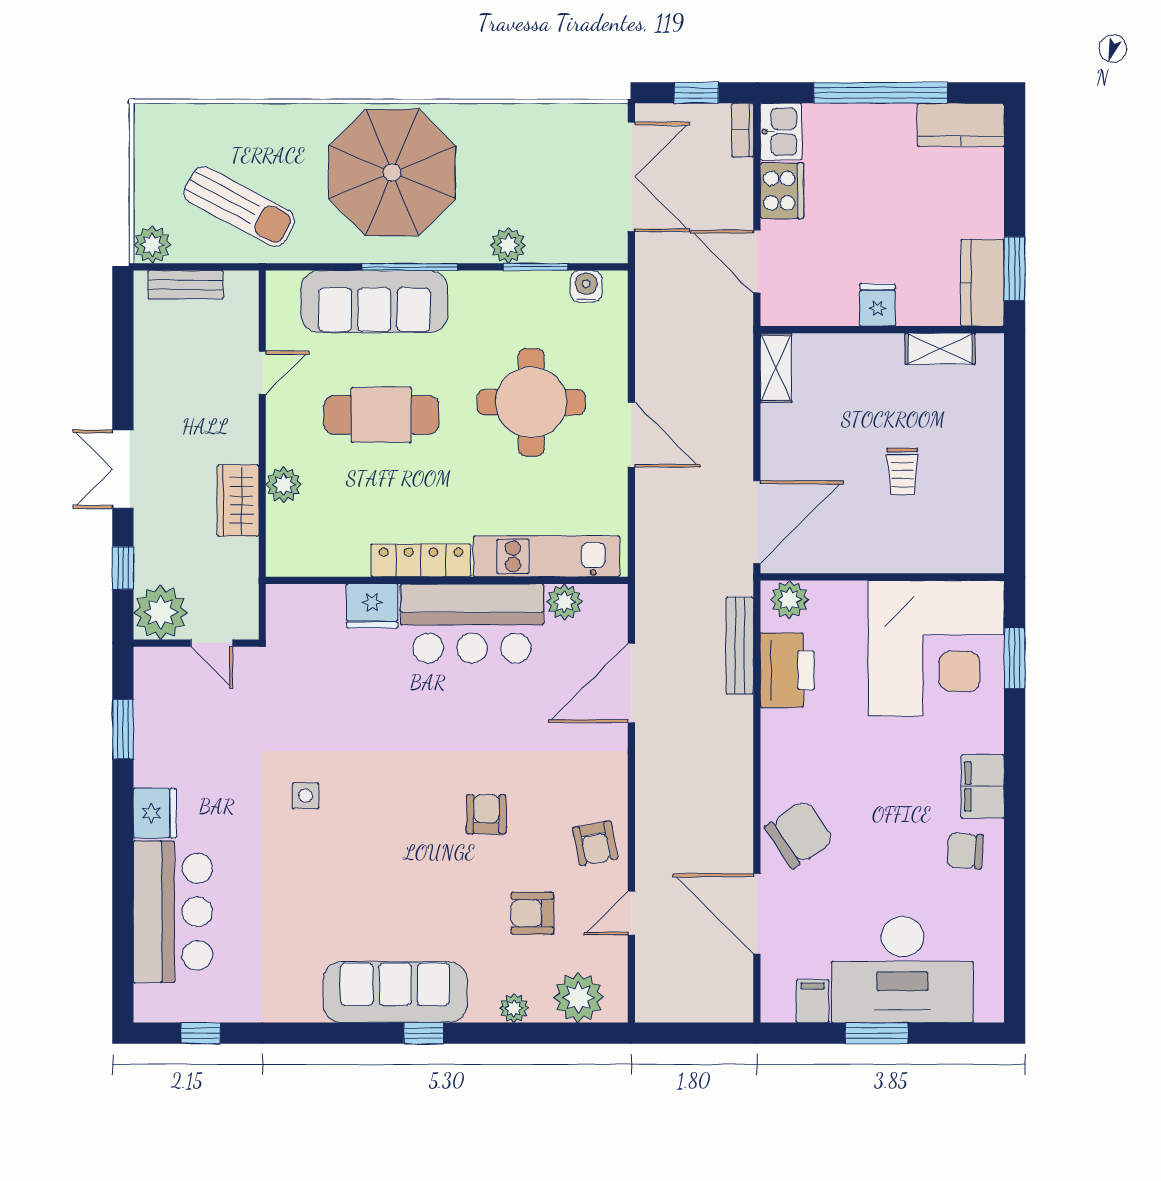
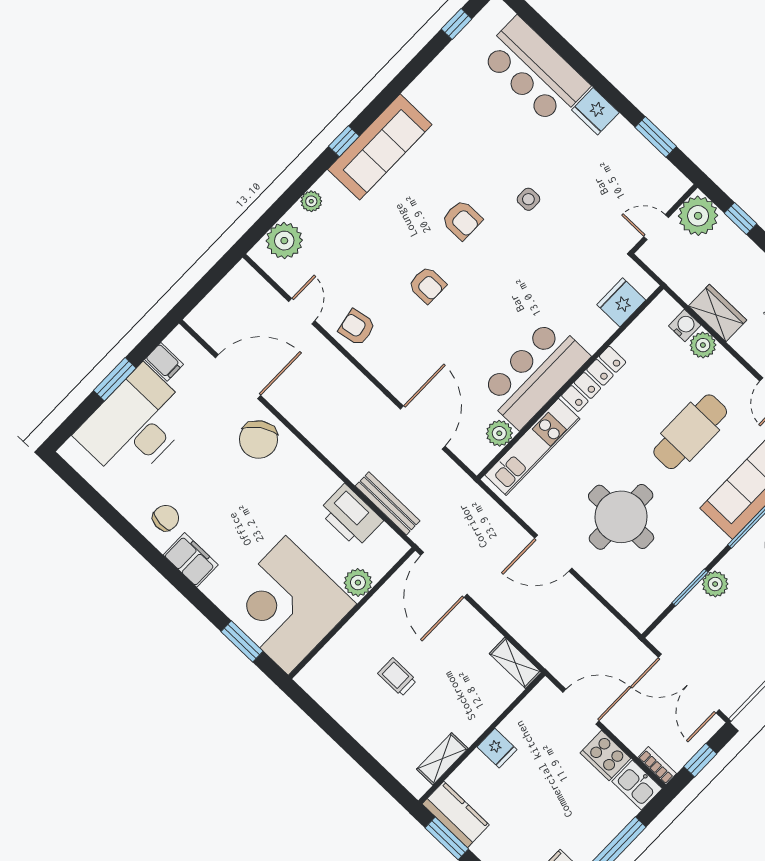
water cooler: (586, 286) -> (685, 325), moved, turned -90
plant: (790, 600) -> (358, 583), moved
fridge: (372, 606) -> (621, 302), moved
armchair: (532, 913) -> (462, 220), moved, turned 90

